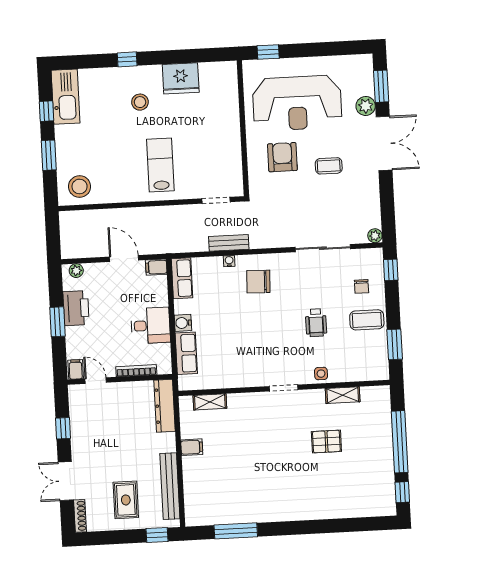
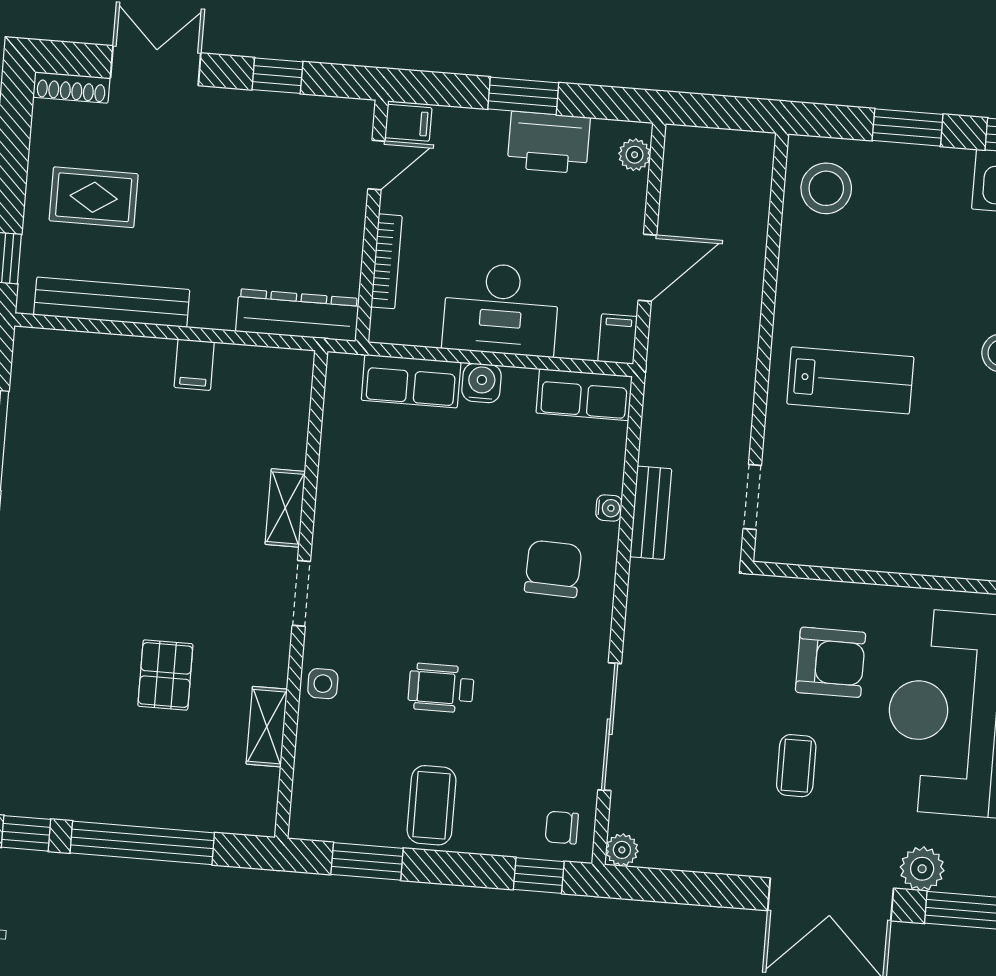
chair: (361, 286) -> (562, 828), moved
desk: (150, 326) -> (501, 309), width x1.37
shelving: (210, 402) -> (285, 508), moved

